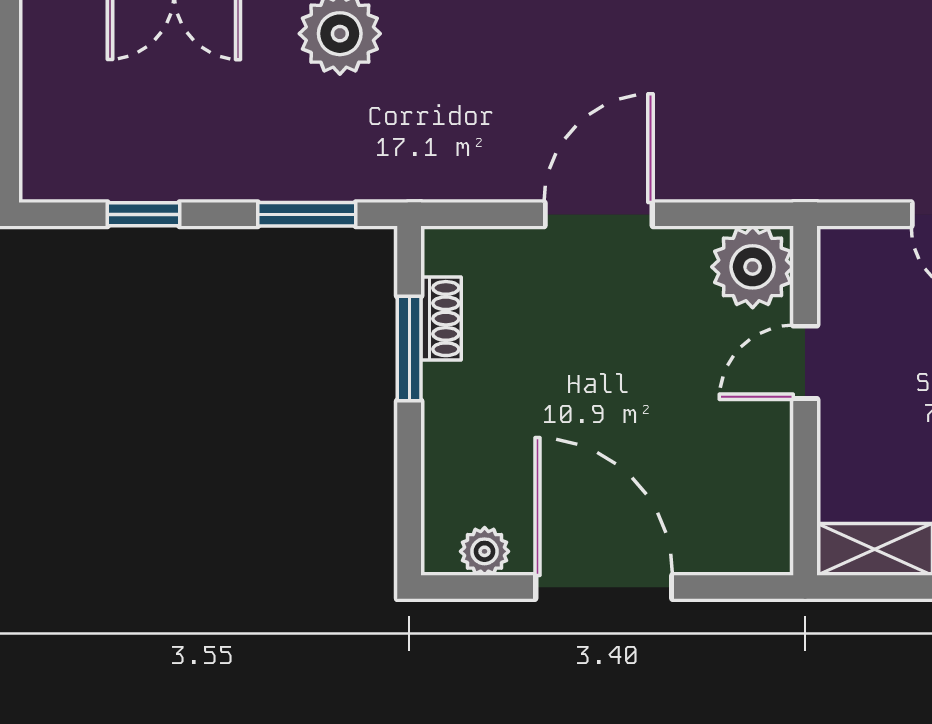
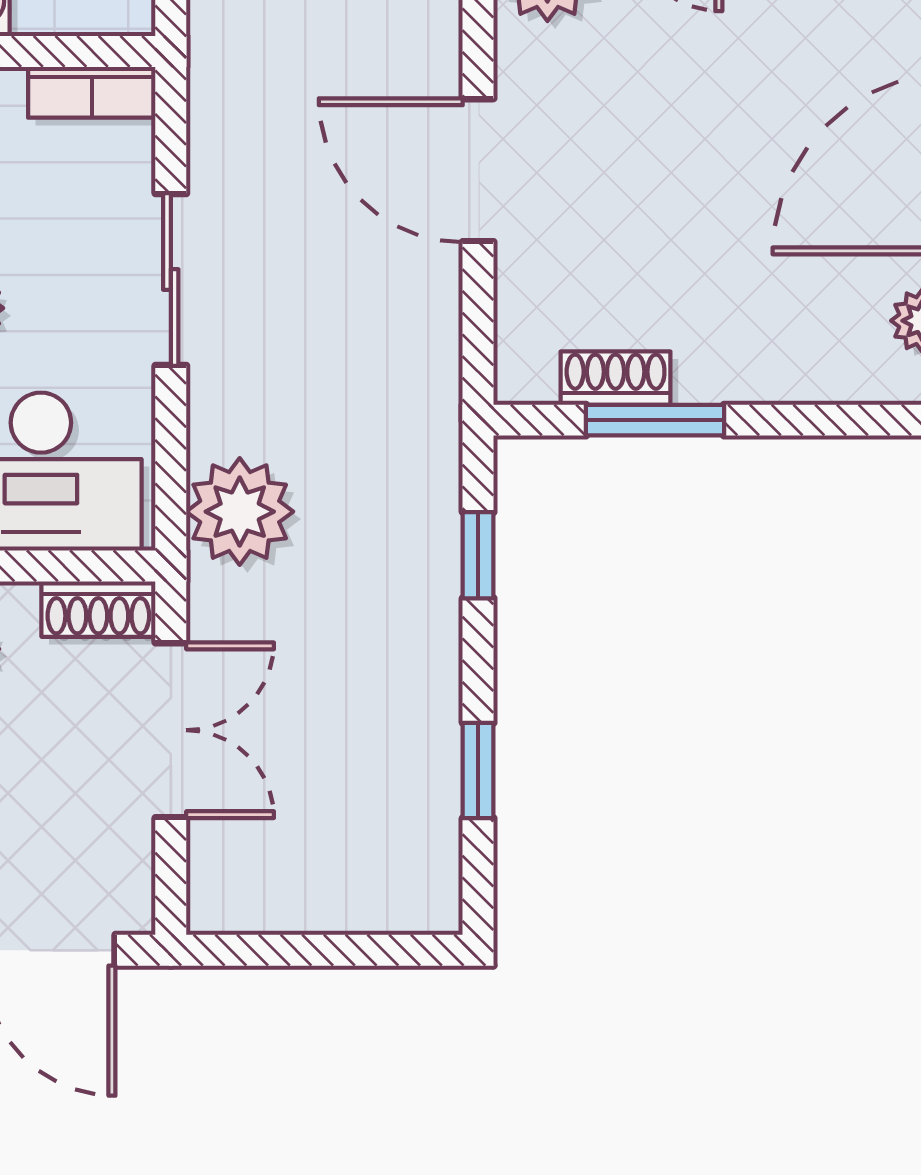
window: (307, 214) -> (478, 555), width x0.67

